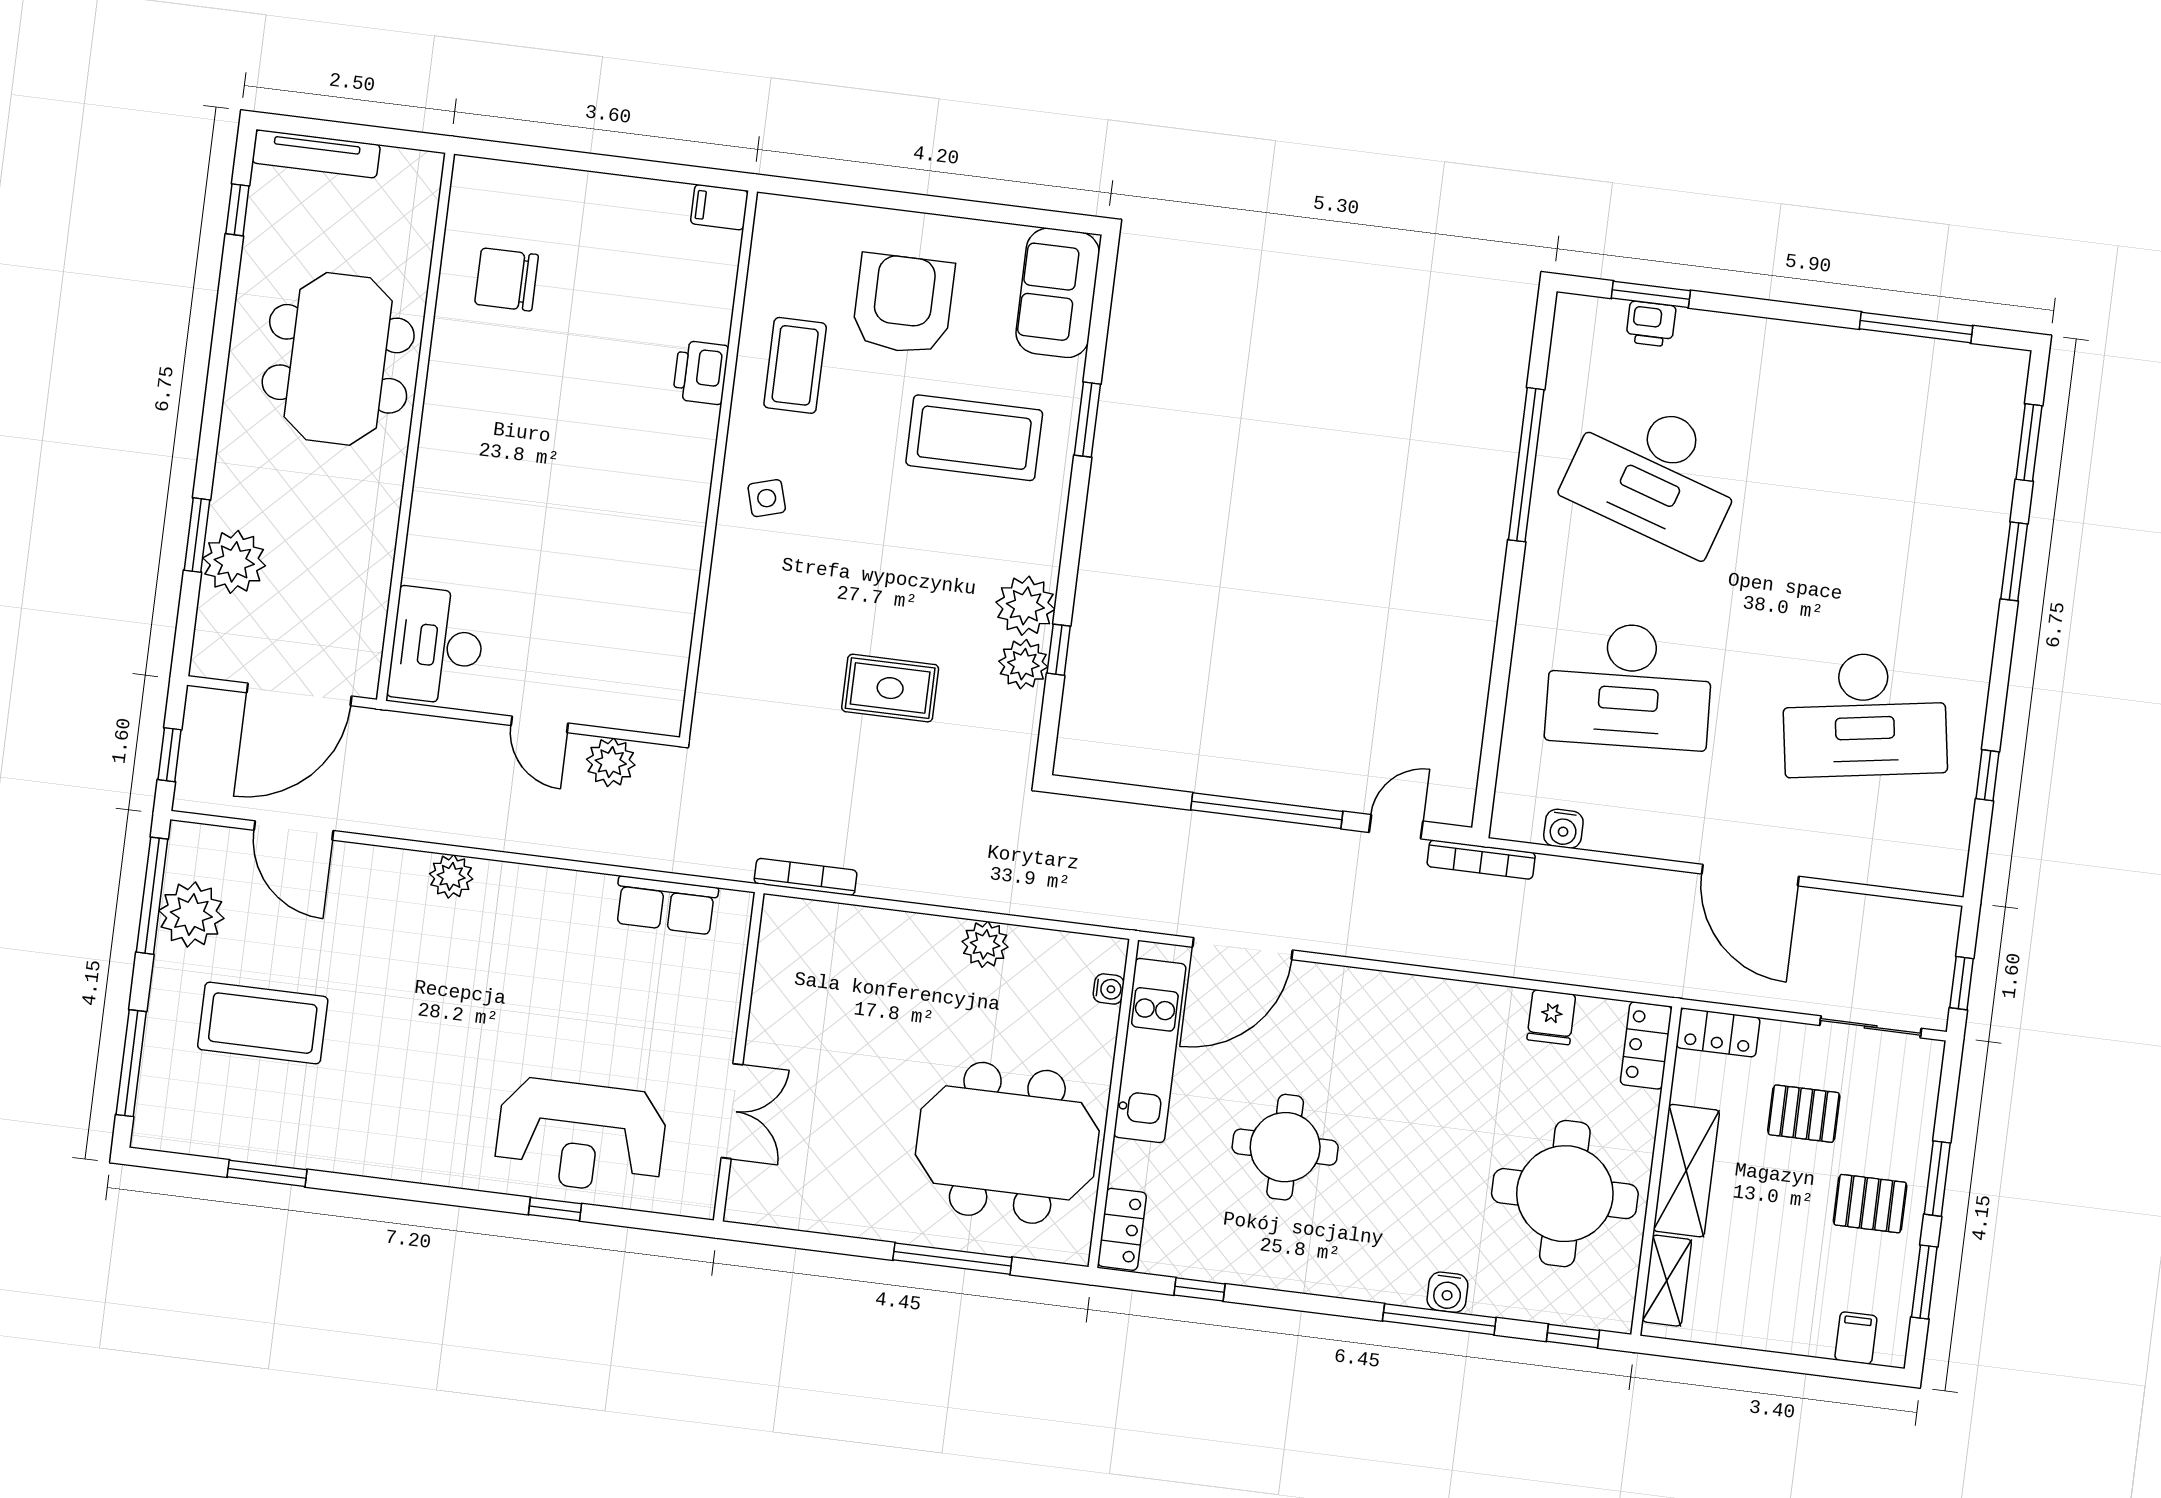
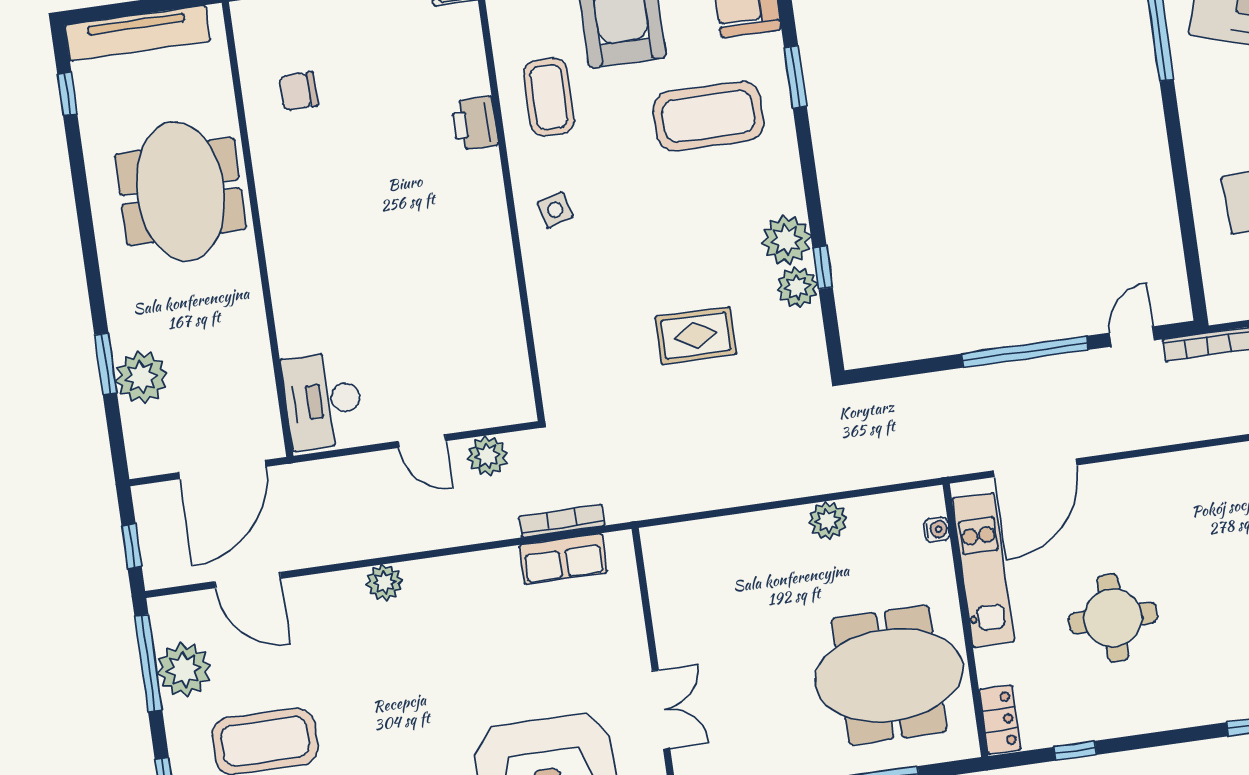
tv unit: (316, 154) -> (137, 33), width x1.36, depth x1.29
chair: (507, 279) -> (299, 91), width x0.73, depth x0.73
bookcase: (806, 877) -> (562, 521), moved

